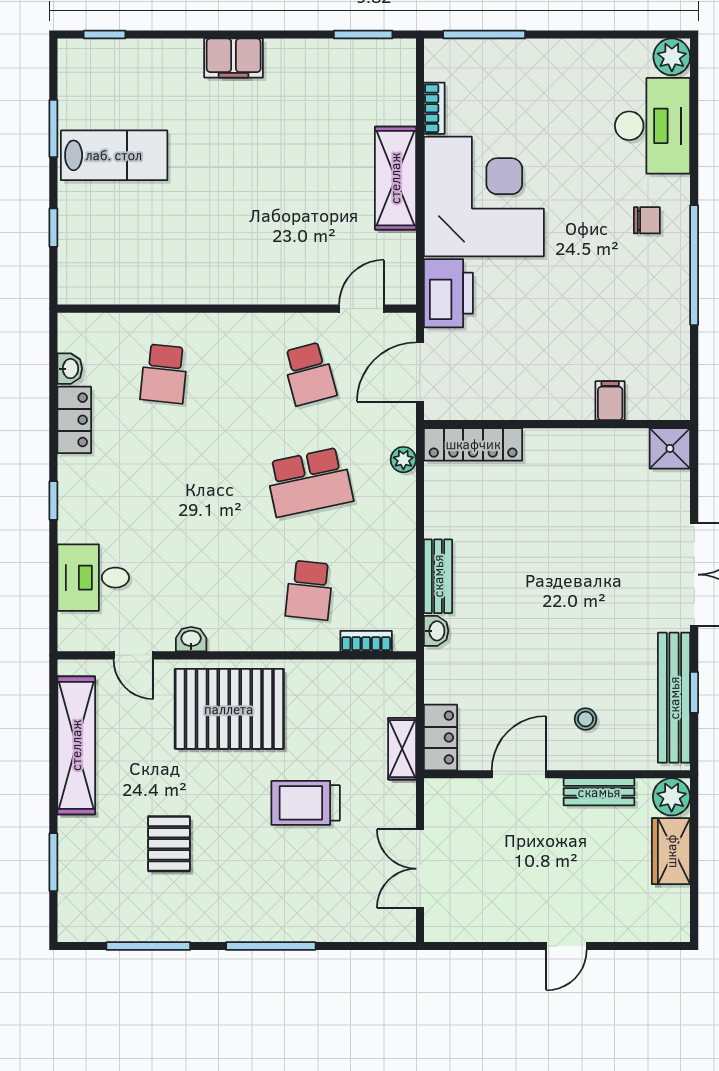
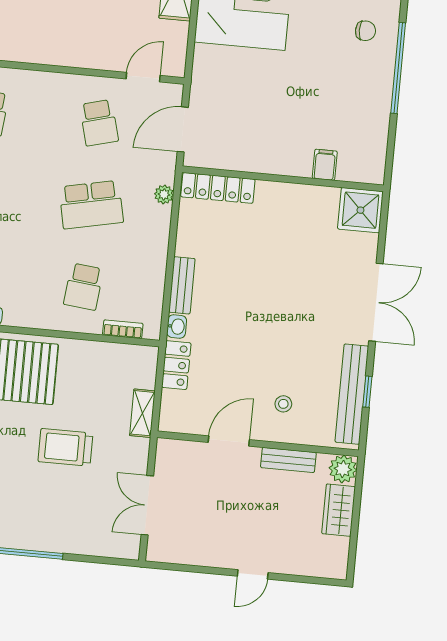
printer: (448, 293) -> (210, 72), removed
shower: (670, 448) -> (360, 210), width x1.36, depth x1.36
locker: (441, 737) -> (176, 365), moved

